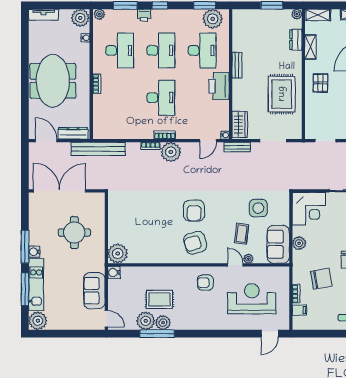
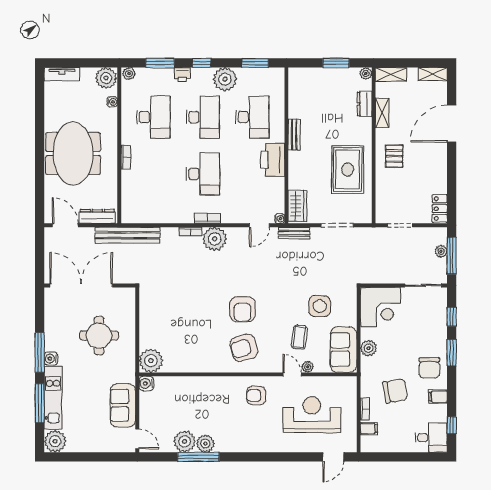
plant: (213, 19) -> (225, 79), moved
rug: (159, 299) -> (201, 416), removed

